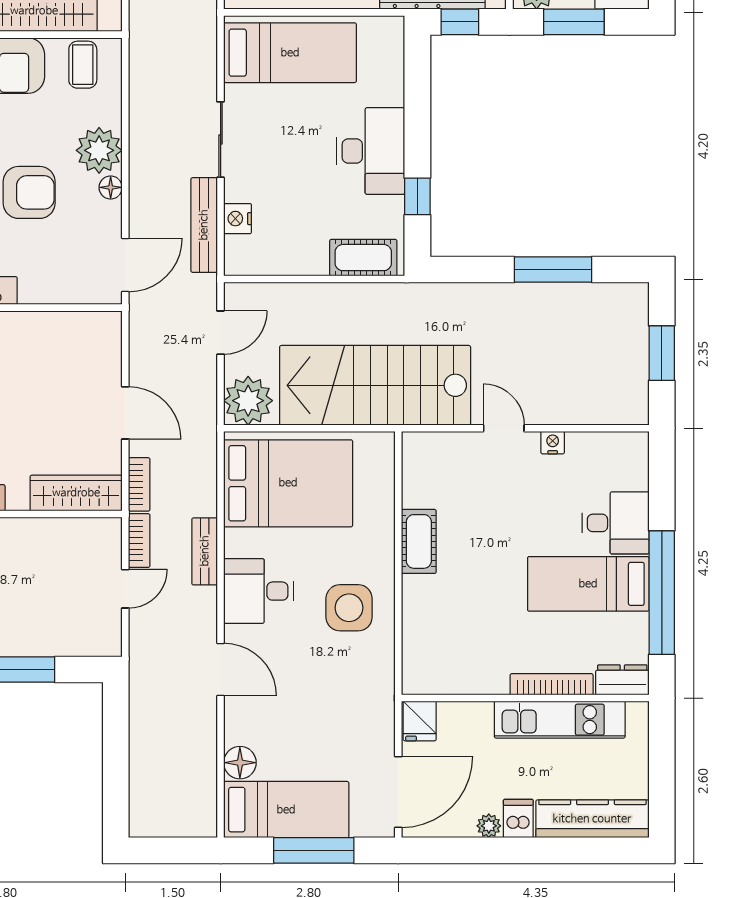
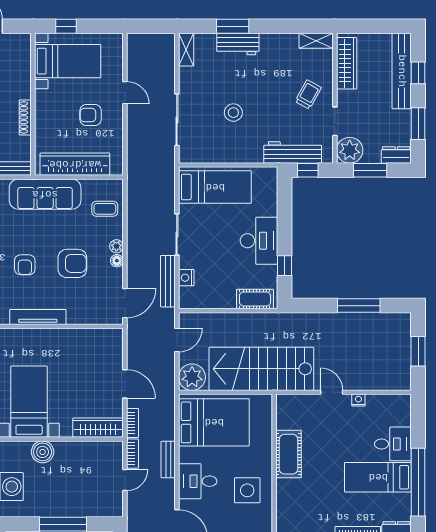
coffee table: (83, 65) -> (105, 209), moved, turned 90
plant: (99, 150) -> (116, 246), width x0.53, depth x0.53
cot: (419, 541) -> (289, 454), width x1.37, depth x1.34

